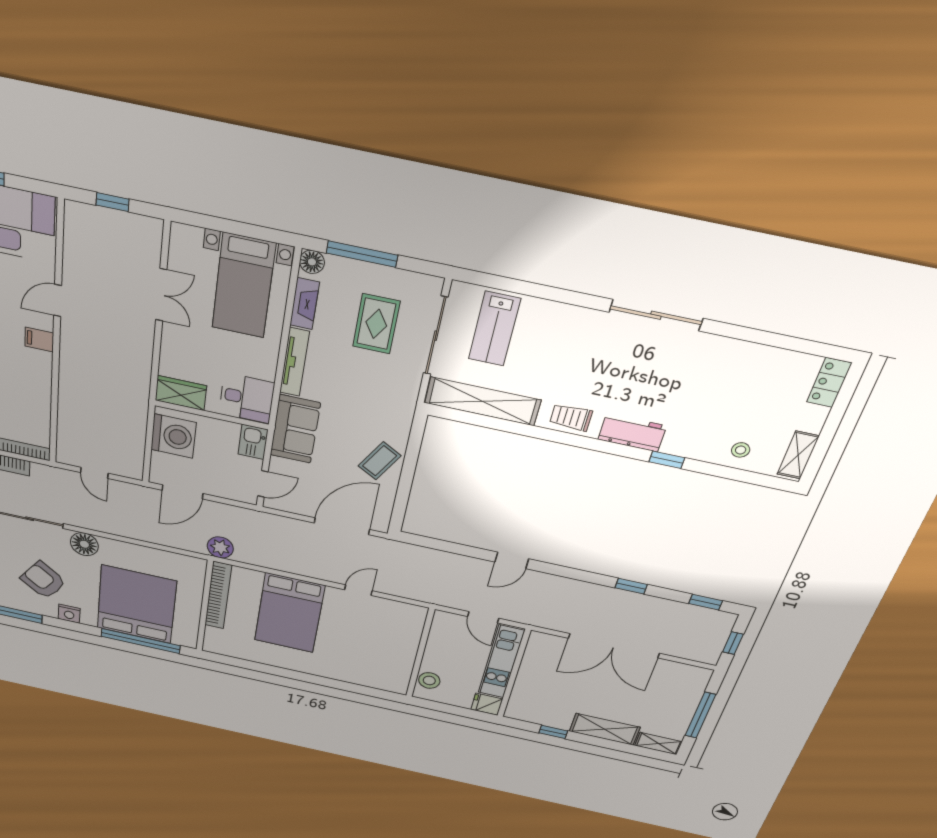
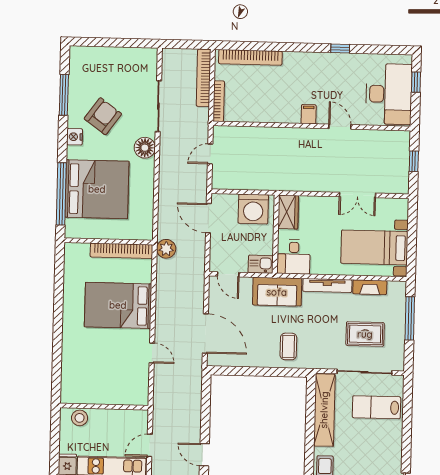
floor lamp: (312, 262) -> (399, 288), removed
coffee table: (380, 461) -> (288, 346), moved, turned 60

